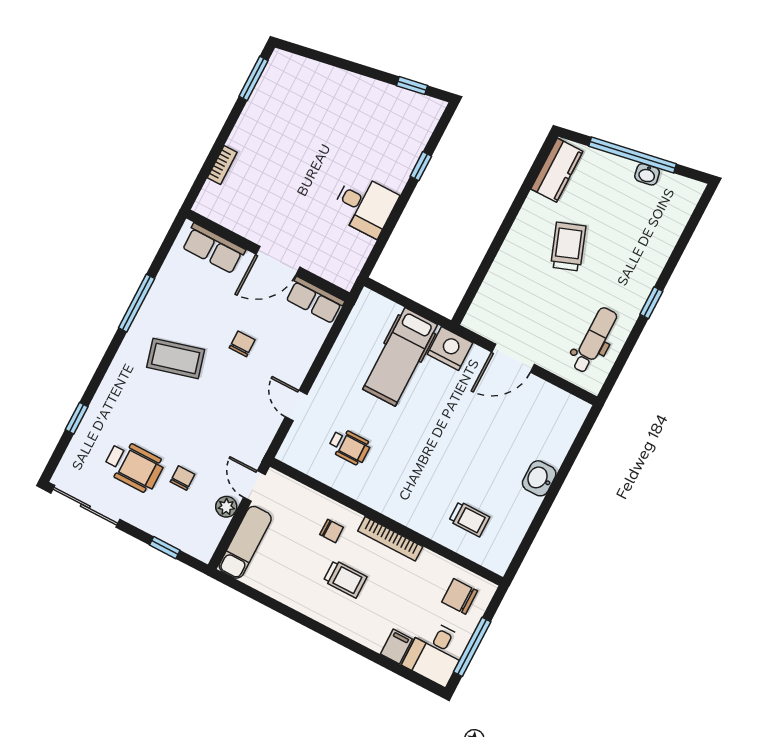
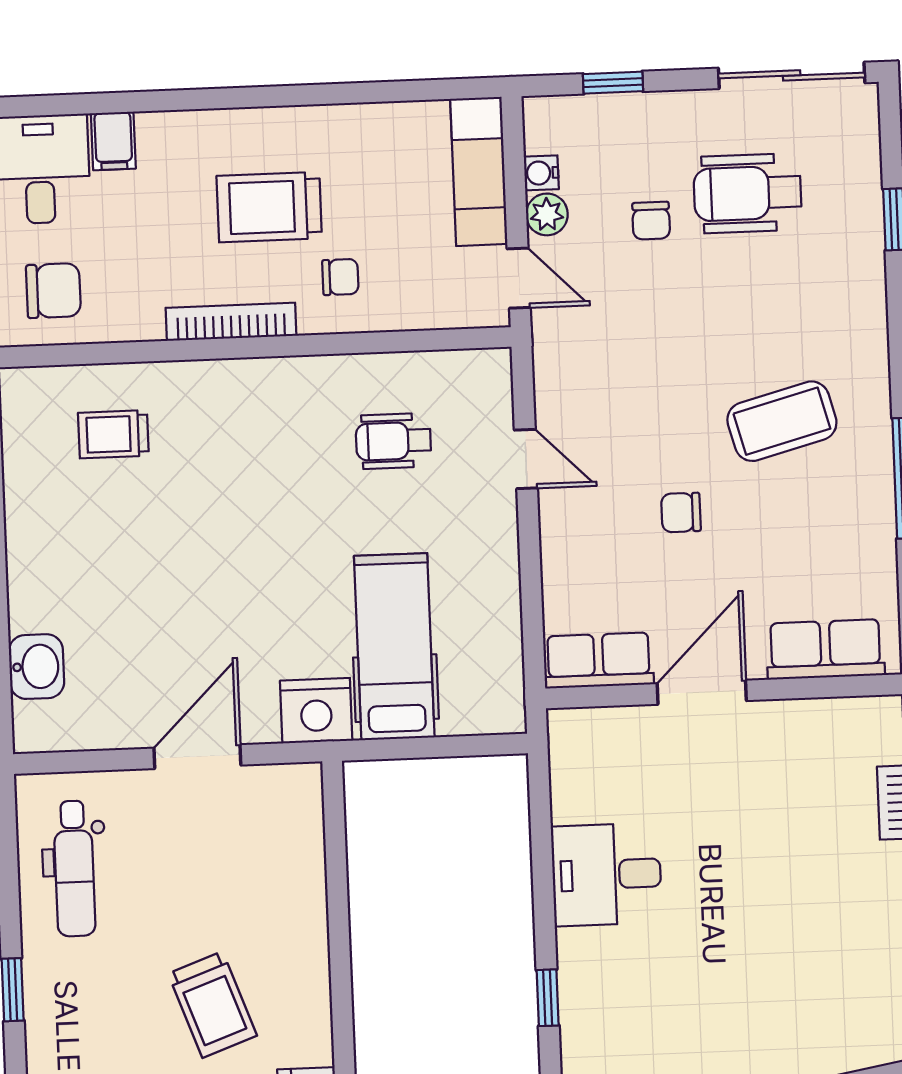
chair: (242, 344) -> (681, 513), turned 90
washbasin: (539, 478) -> (37, 667), moved
water cooler: (218, 526) -> (541, 173), added
chair: (332, 531) -> (340, 277), turned 180
trolley: (345, 579) -> (269, 207), width x1.36, depth x1.39

